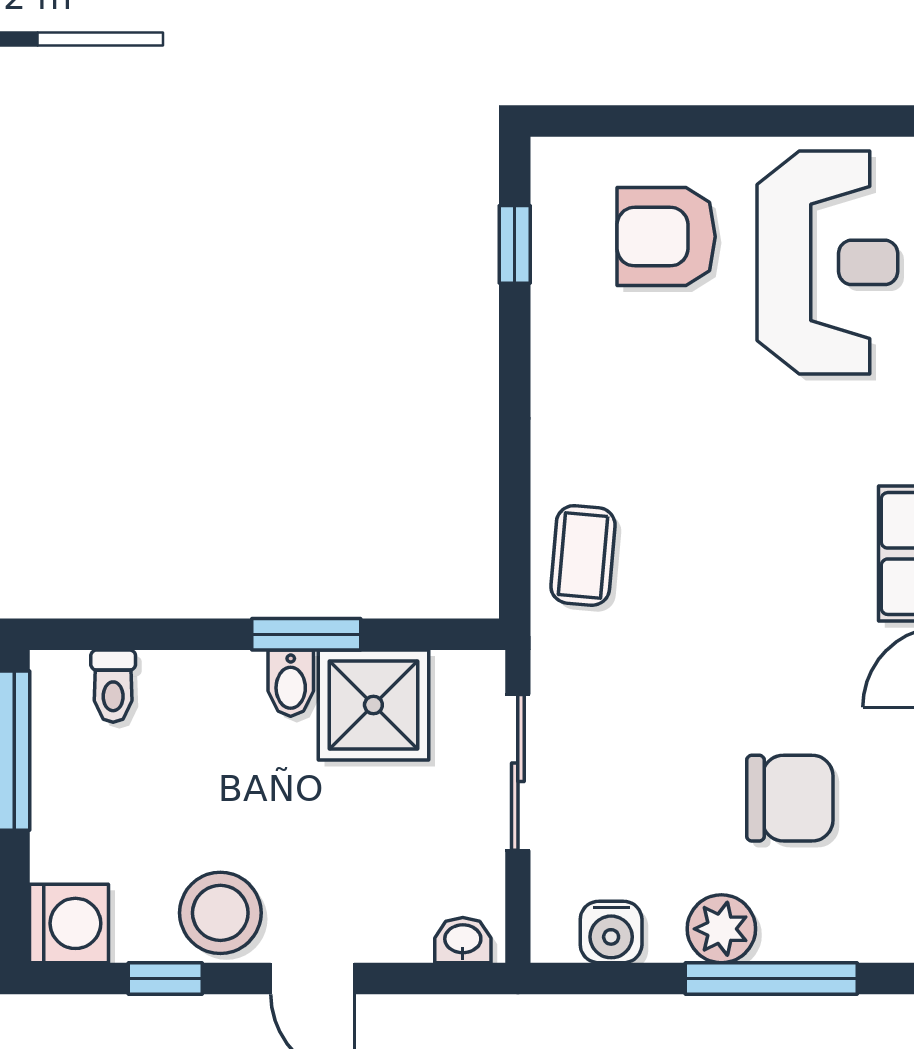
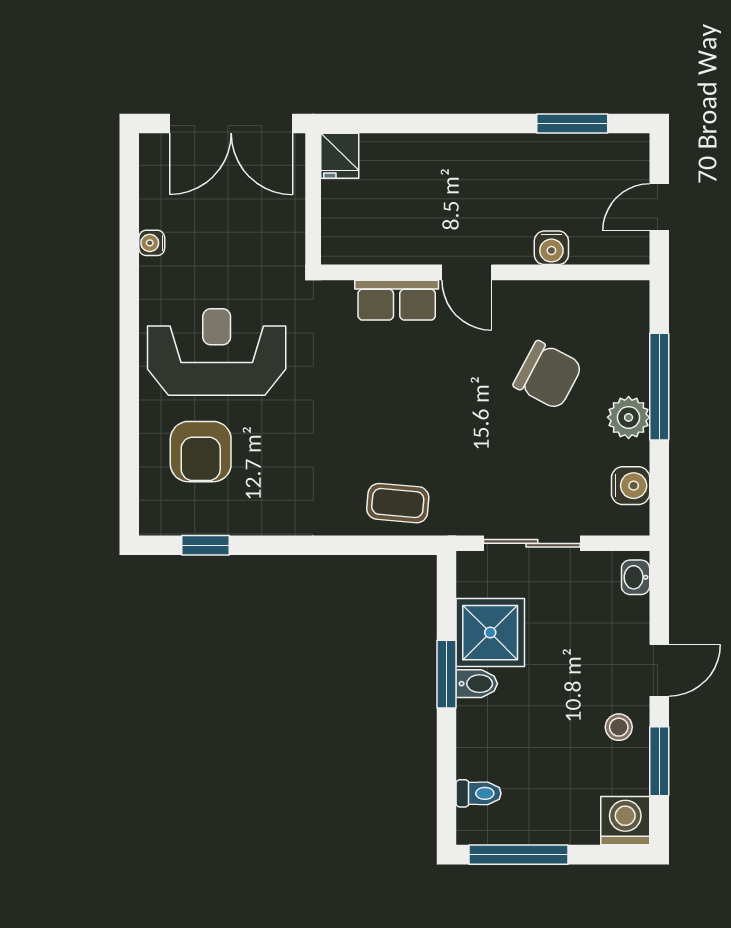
chair: (790, 798) -> (548, 375), turned 118
stool: (220, 913) -> (619, 727), width x0.53, depth x0.53
window: (165, 978) -> (659, 761), width x1.50

